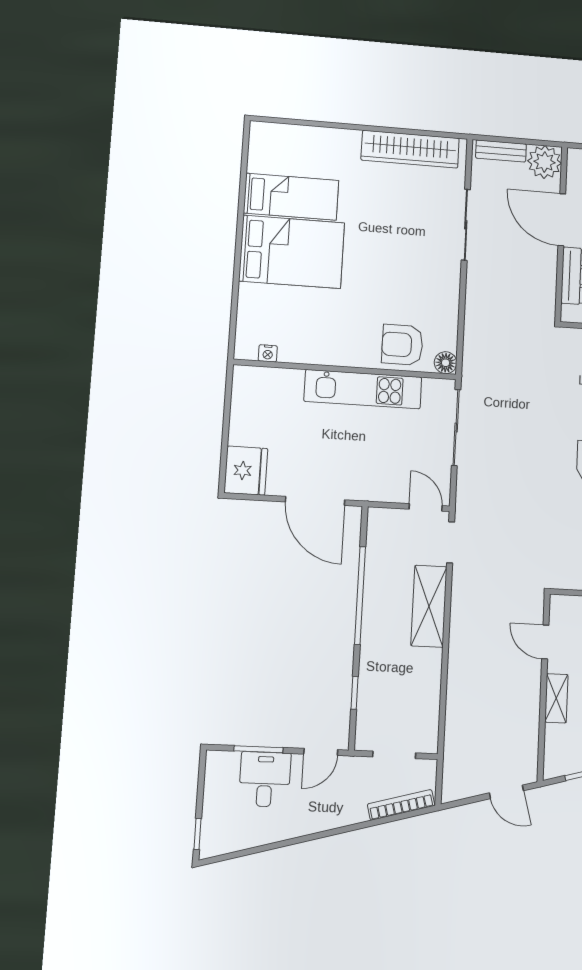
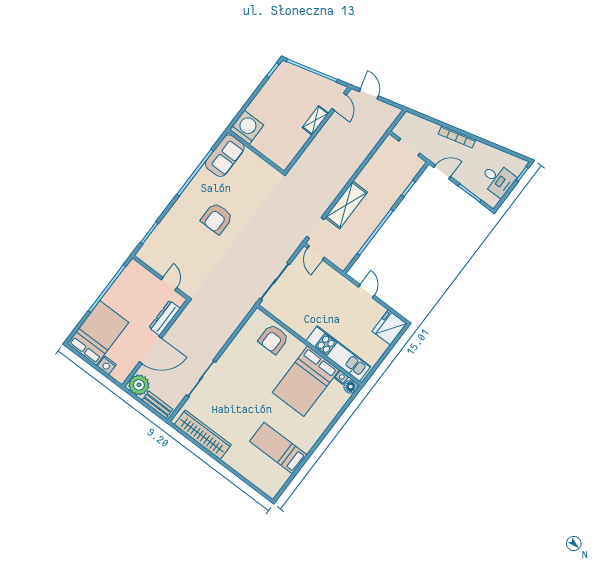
door: (562, 220) -> (151, 350), hinge flipped
bed: (292, 252) -> (306, 381), moved, turned -90
armchair: (402, 345) -> (273, 339), turned 90
floor lamp: (446, 363) -> (351, 387), moved
kitchen unit: (363, 389) -> (338, 354), moved
door: (315, 501) -> (366, 291), width x0.53
door: (545, 642) -> (339, 102), moved
desk: (265, 779) -> (498, 180), moved, turned -90
bookcase: (401, 805) -> (457, 137), moved

